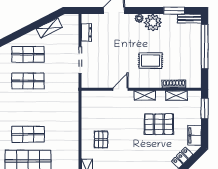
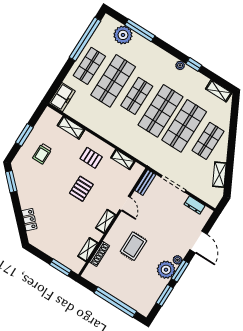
window: (147, 11) -> (180, 271), added
bench: (189, 18) -> (145, 182), moved
shop shelf: (28, 81) -> (184, 126), width x1.43, depth x1.36
shop shelf: (28, 108) -> (160, 111), added
shelving: (86, 113) -> (123, 160), added
pallet: (159, 124) -> (81, 189), moved, width x0.67, depth x0.71
filing cabinet: (195, 135) -> (42, 243), removed

